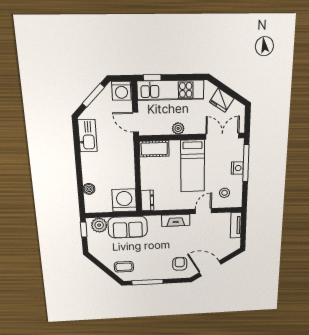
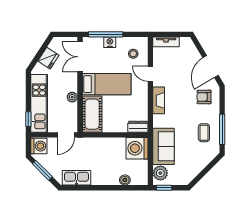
cot: (154, 149) -> (92, 114), width x1.37, depth x1.34
coffee table: (124, 267) -> (204, 133), moved

